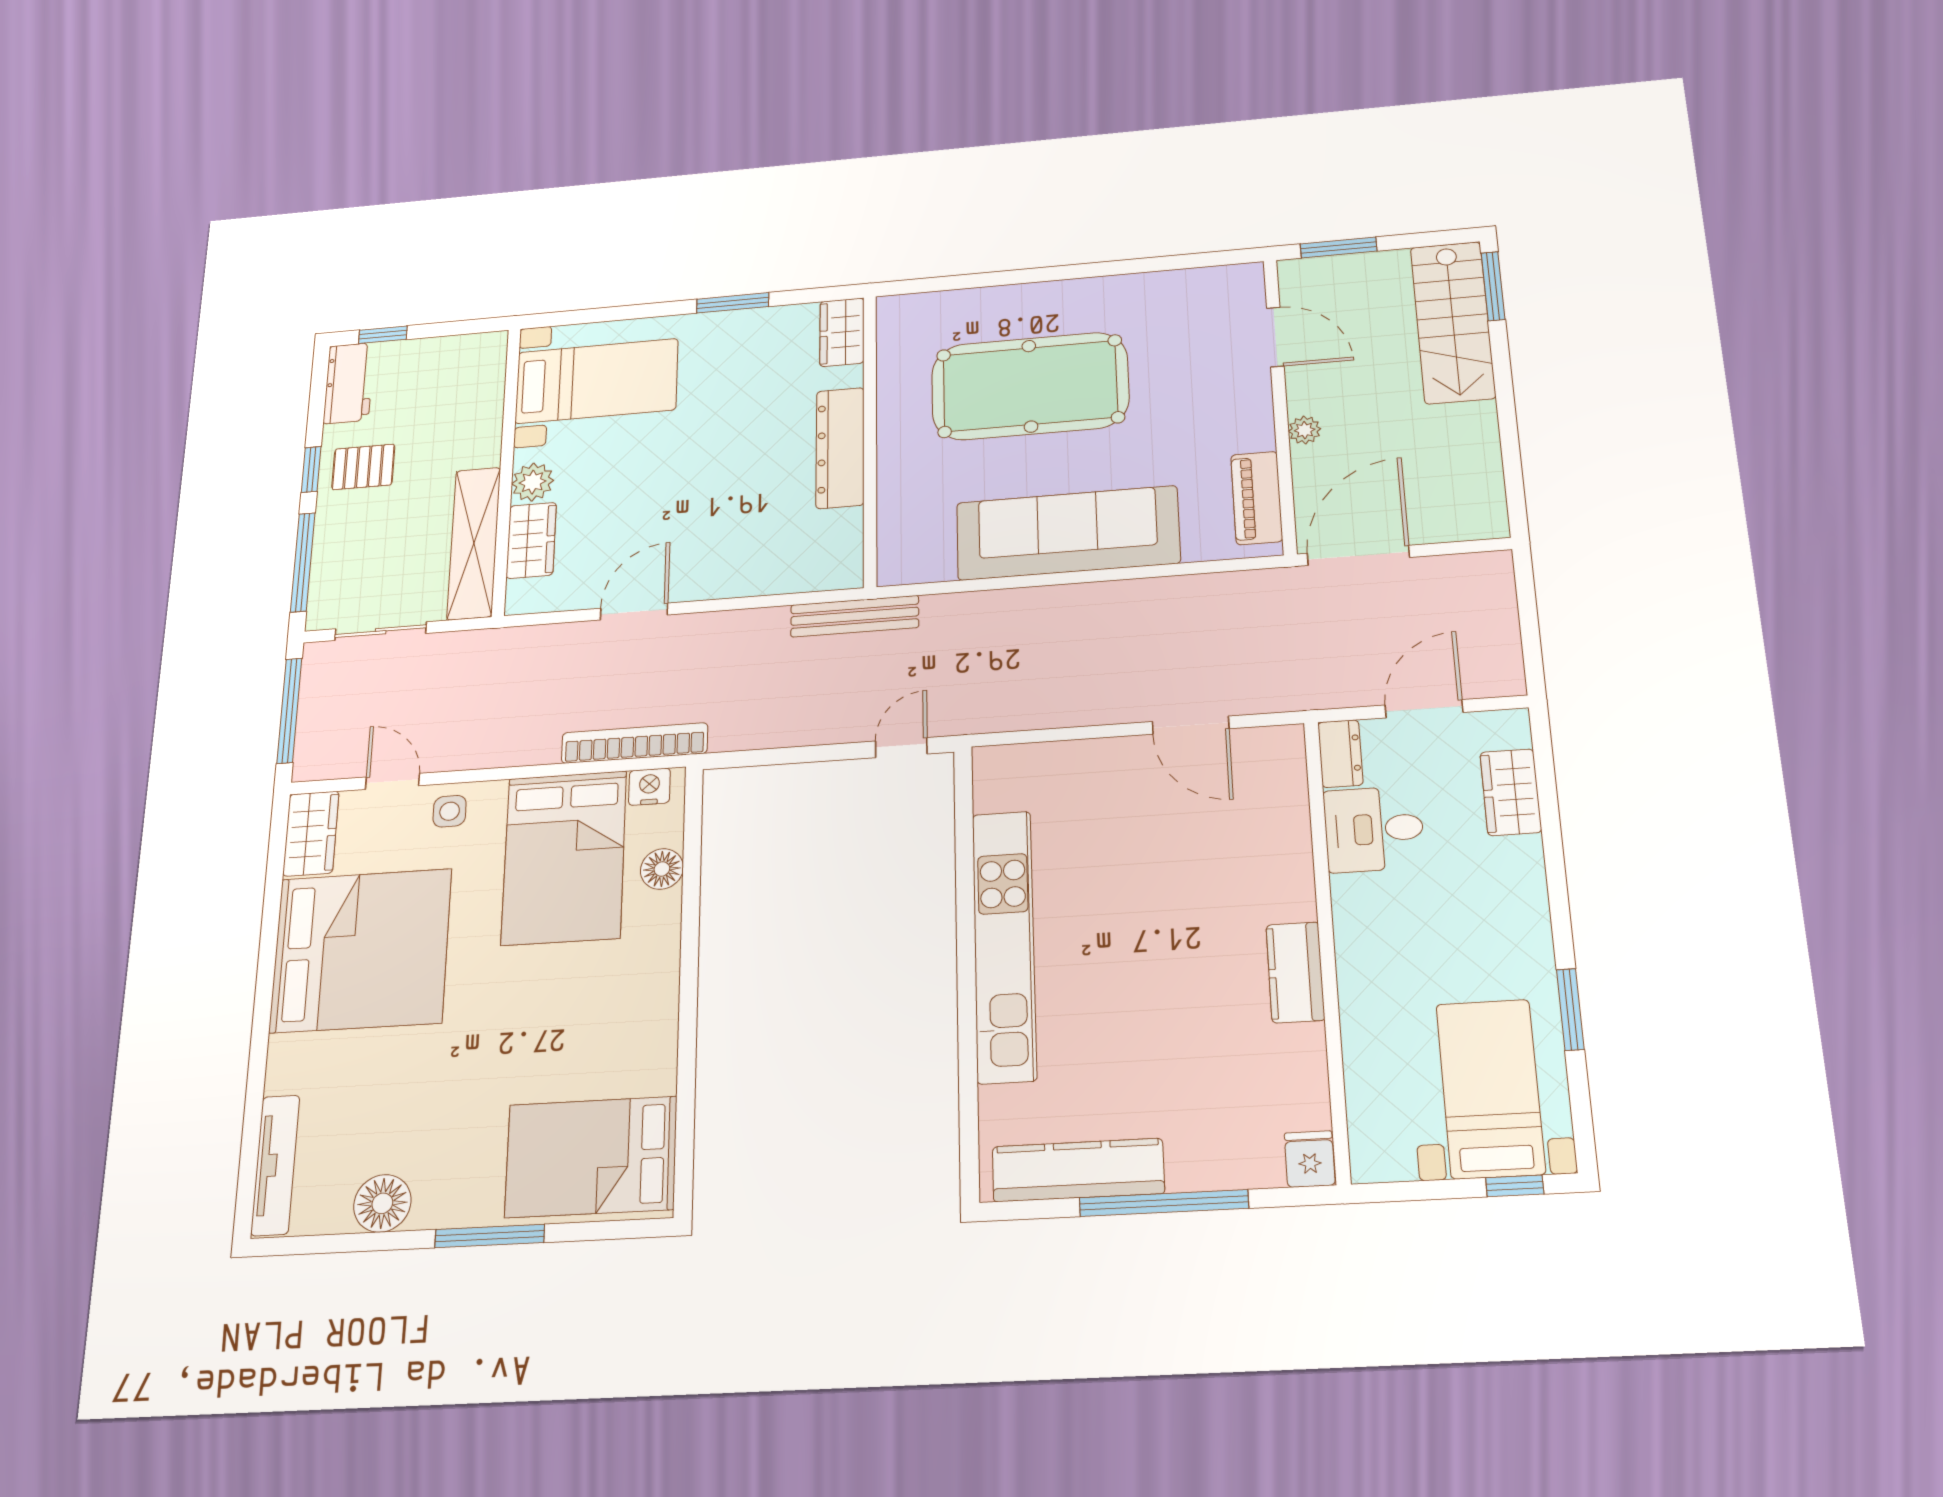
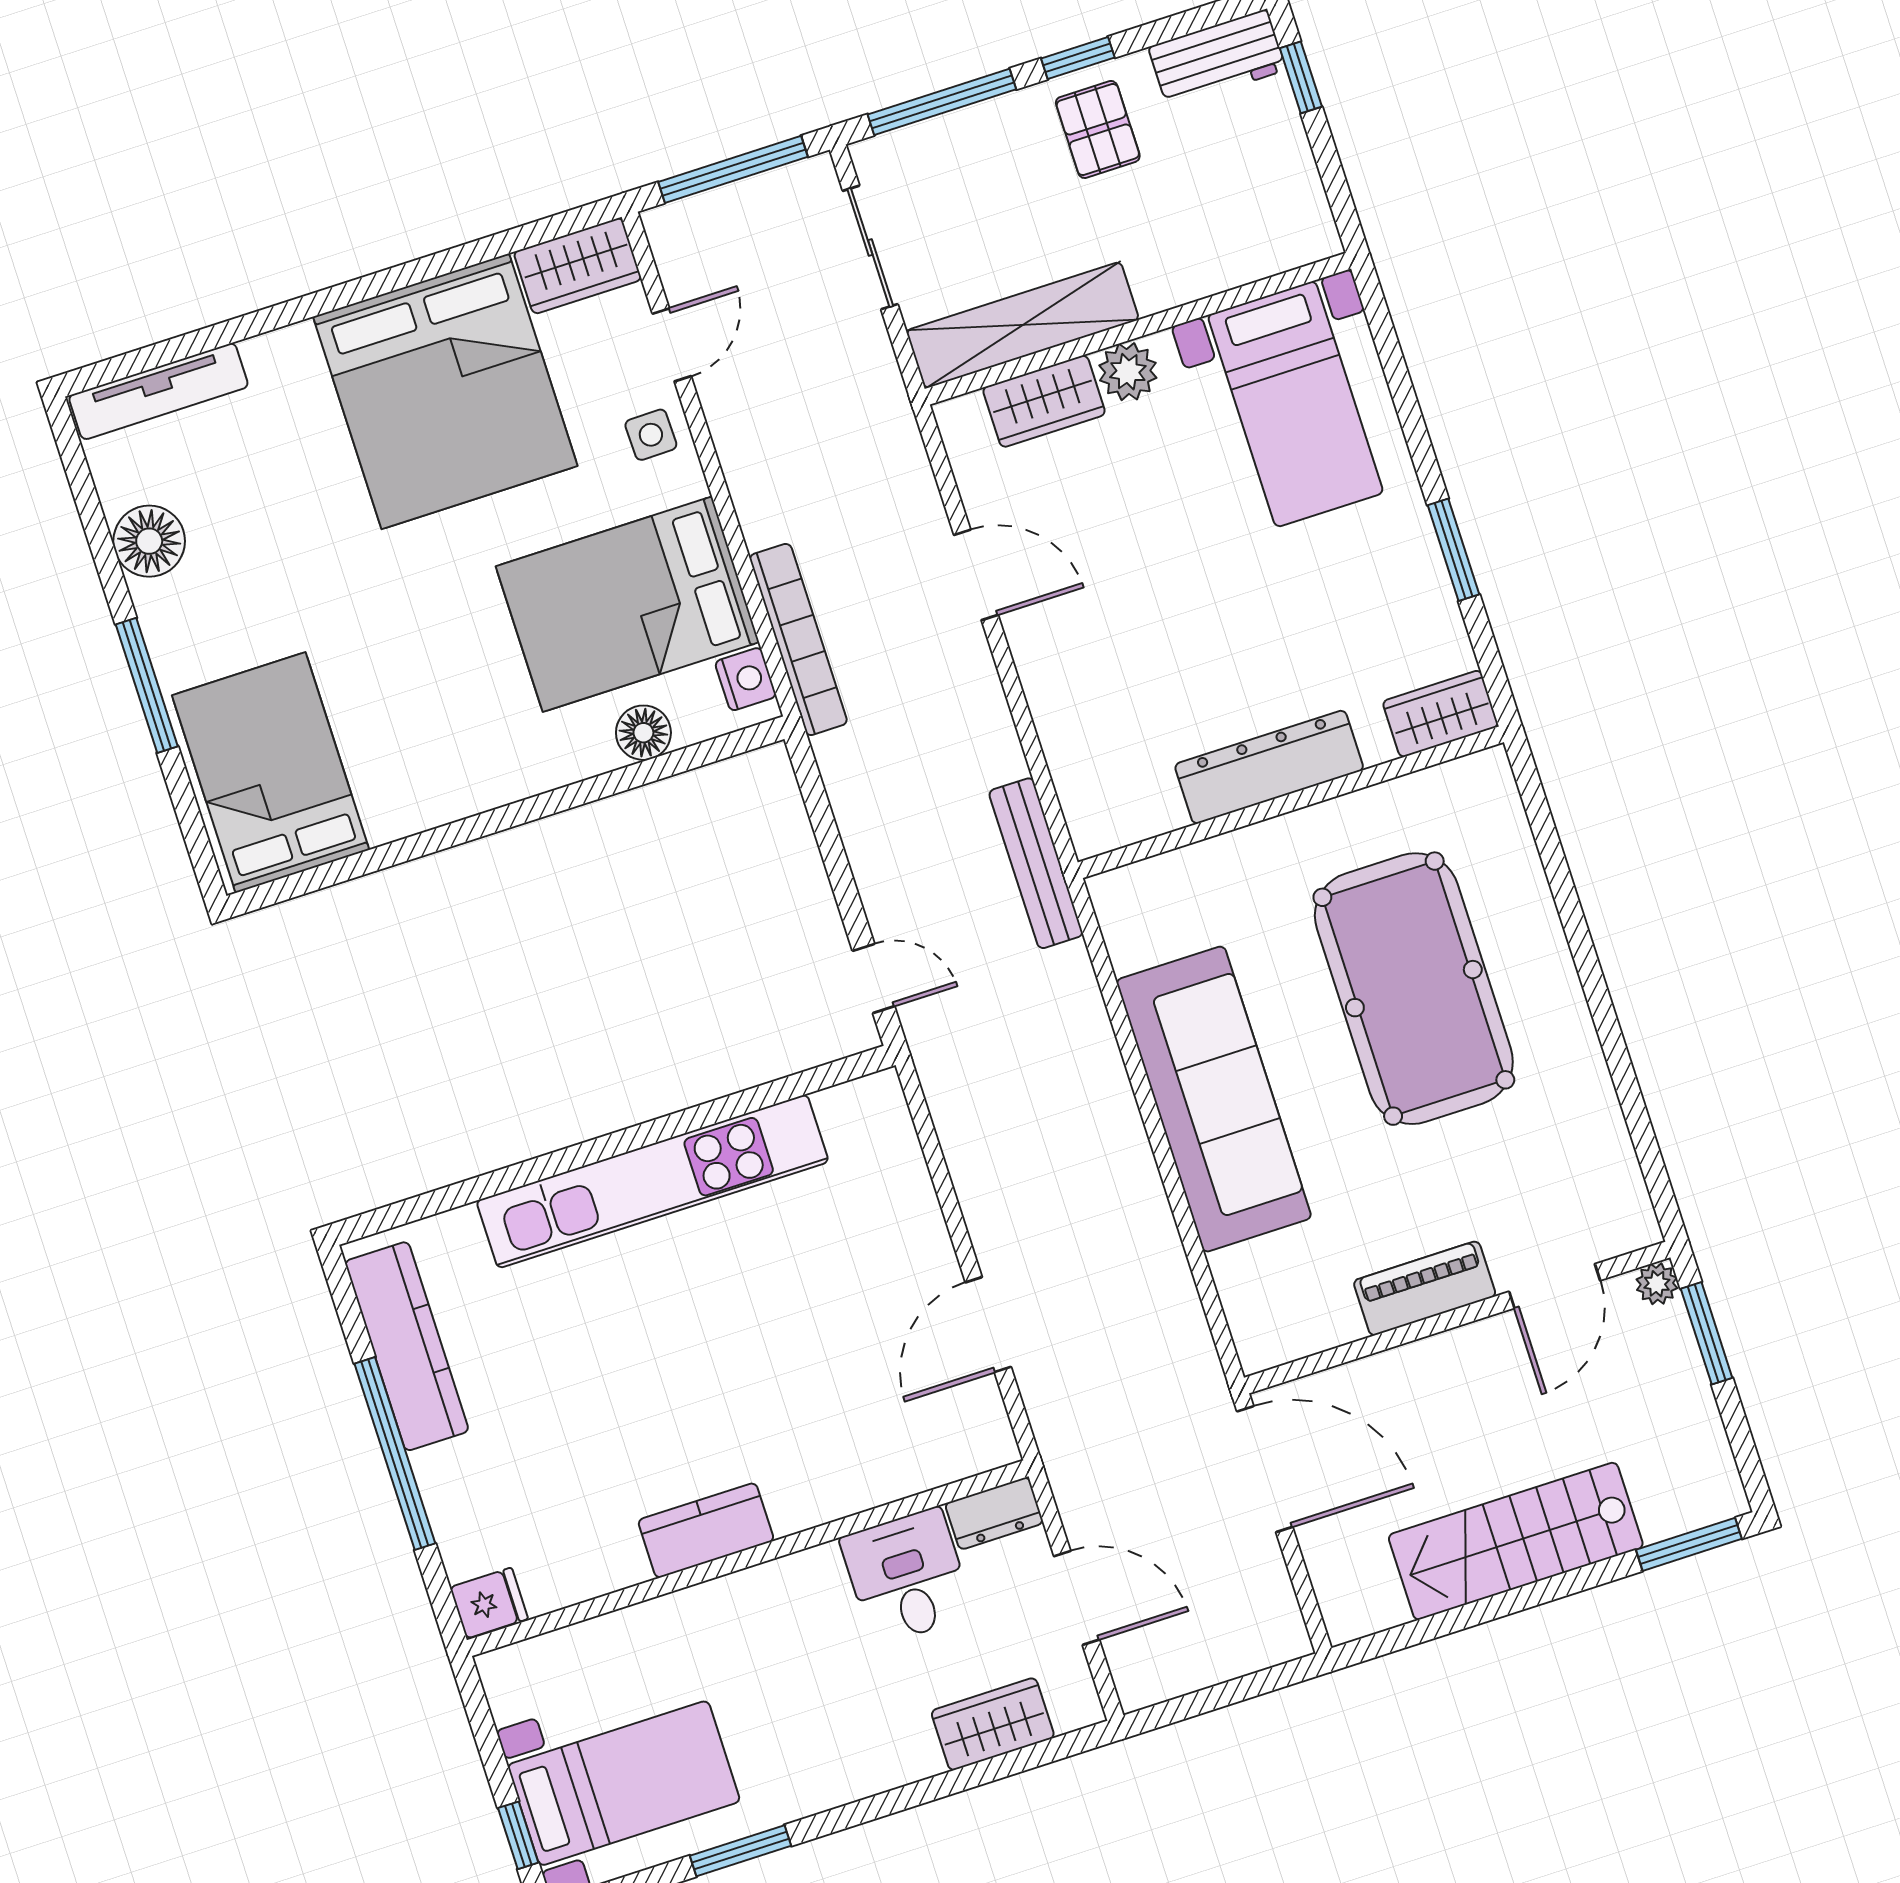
stairs: (1453, 322) -> (1516, 1541), moved
plant: (1305, 430) -> (1657, 1284), moved
piano: (1257, 498) -> (1425, 1288), moved

